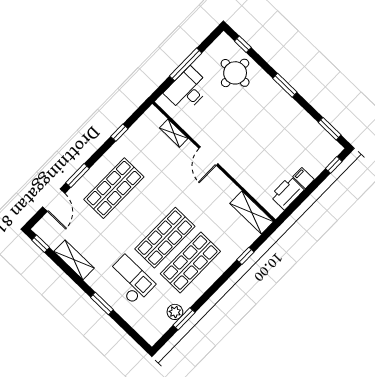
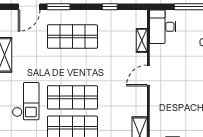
desk: (187, 90) -> (163, 27), moved, turned -90

